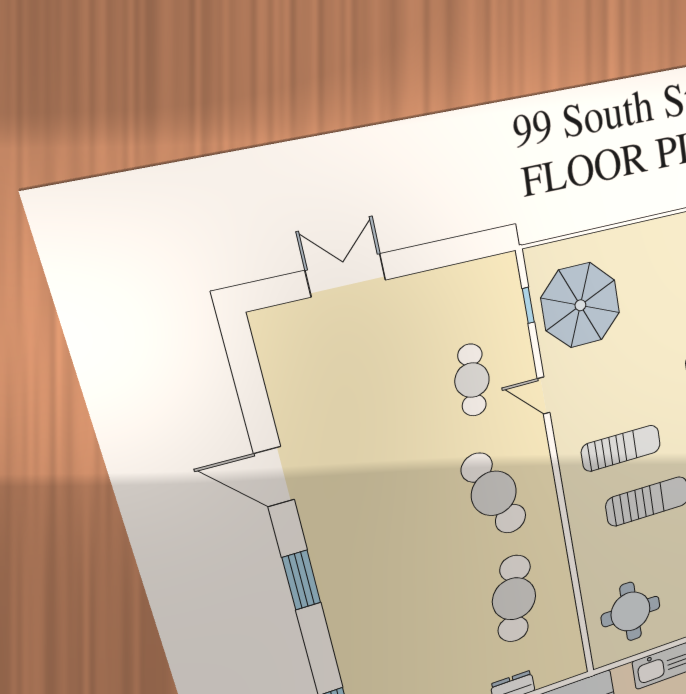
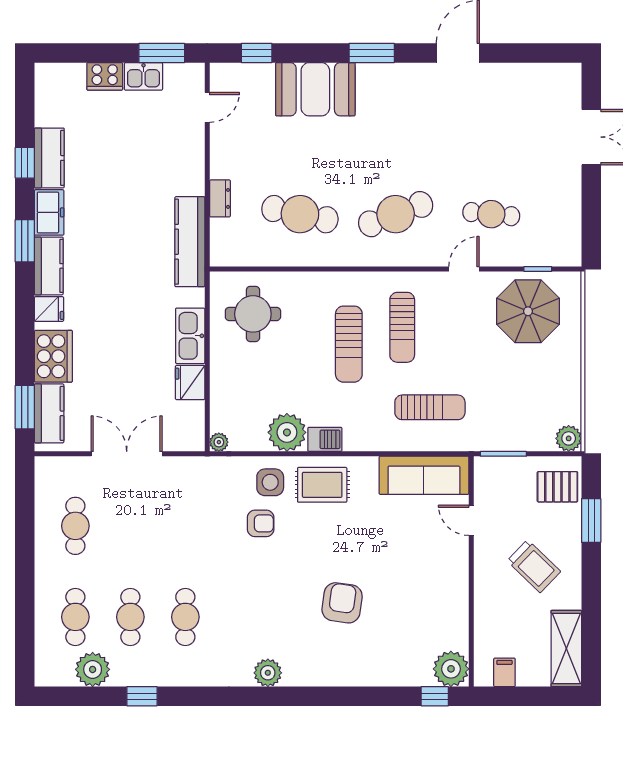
booth: (363, 630) -> (315, 89), added

